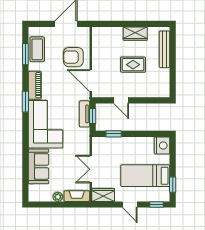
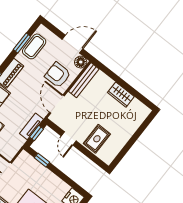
floor lamp: (84, 33) -> (81, 62), added
bench: (165, 49) -> (84, 80), moved
rug: (133, 65) -> (97, 139), moved, turned 90

